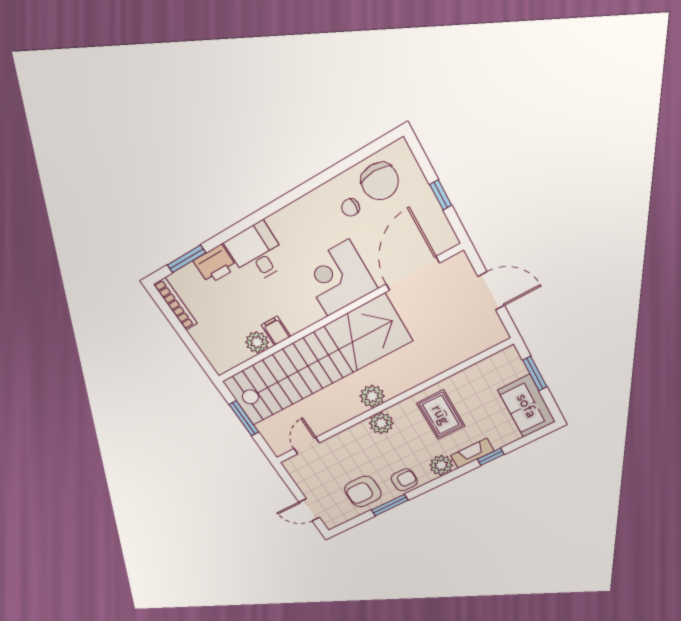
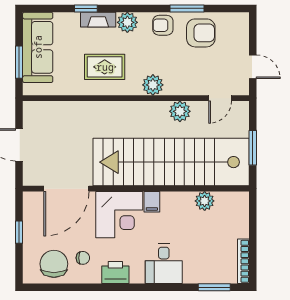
printer: (215, 264) -> (115, 273), moved
filing cabinet: (276, 331) -> (152, 202), moved
plant: (372, 396) -> (180, 111), moved
sofa: (527, 406) -> (38, 47), width x1.36
rug: (441, 415) -> (105, 67), turned 90
door: (309, 510) -> (253, 67), moved

